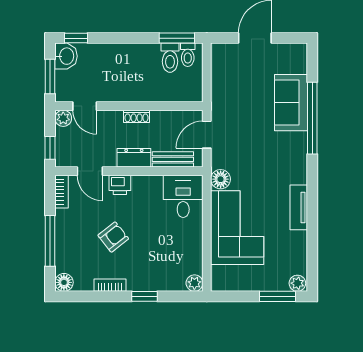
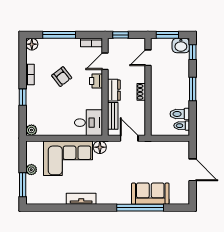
window: (177, 38) -> (193, 89), moved
plant: (63, 118) -> (140, 44), removed
plant: (297, 283) -> (31, 170), moved

